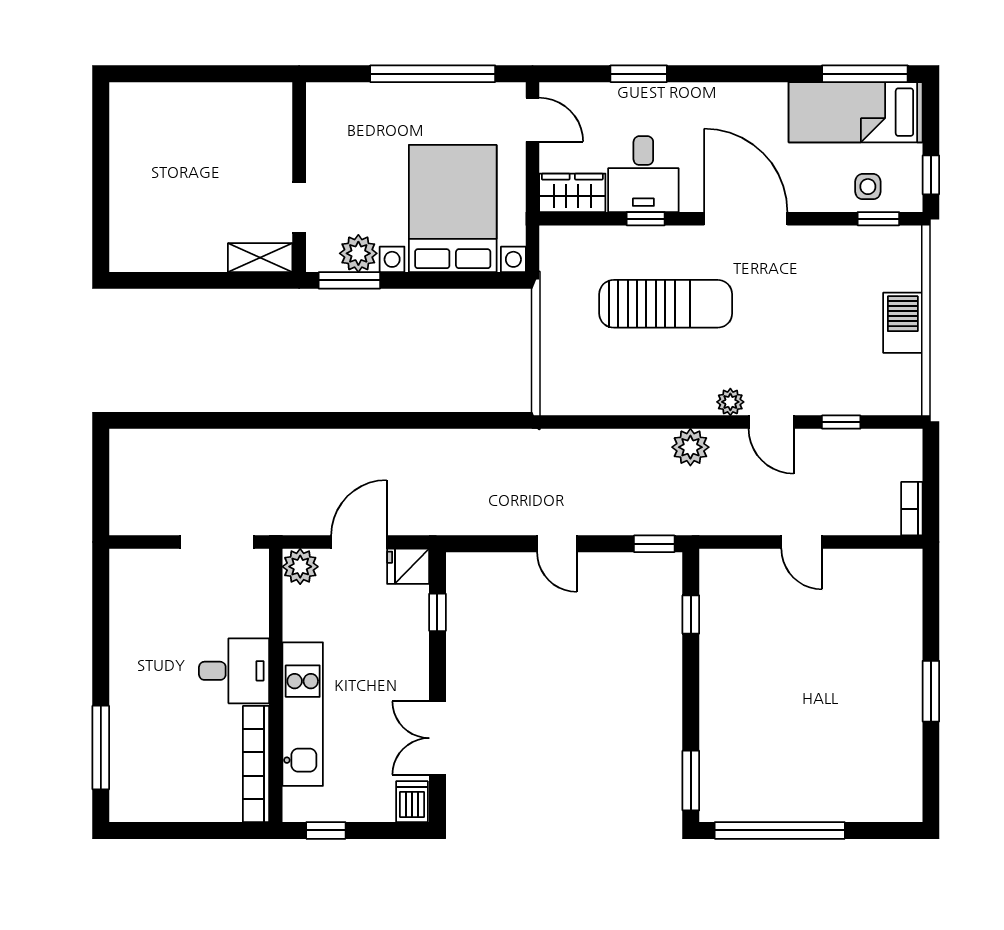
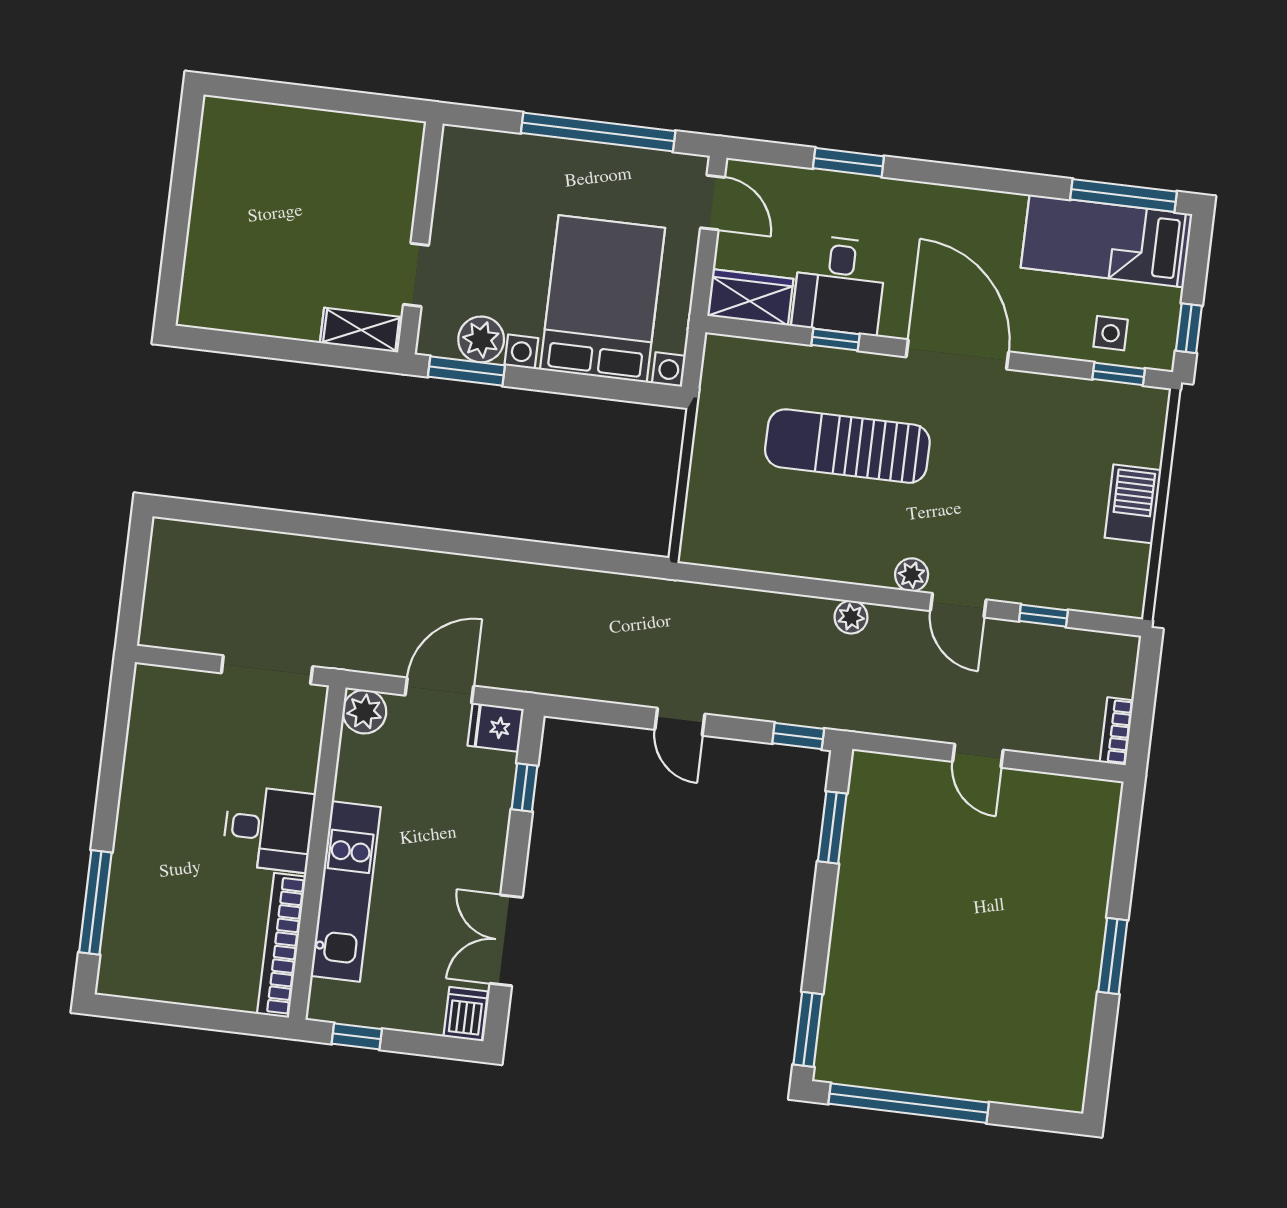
sun lounger: (666, 304) -> (847, 446), turned 180
plant: (690, 447) -> (851, 617), width x0.73, depth x0.73
window: (691, 614) -> (832, 827), width x1.50

